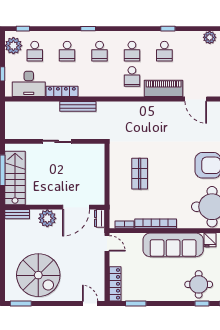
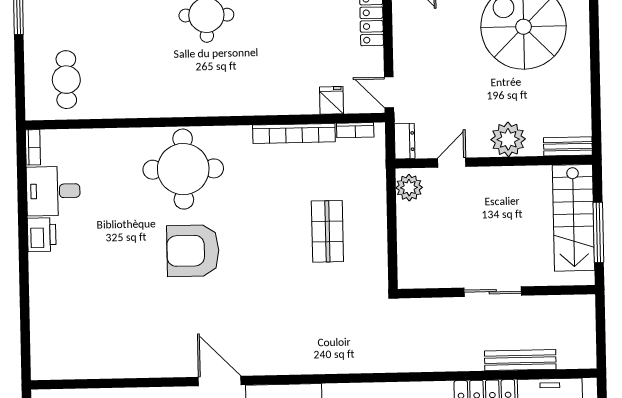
bench: (78, 106) -> (520, 360), moved
plant: (98, 195) -> (409, 188), added
door: (76, 207) -> (452, 163), width x0.53
fridge: (210, 240) -> (331, 100), moved
sofa: (173, 245) -> (258, 92), removed

